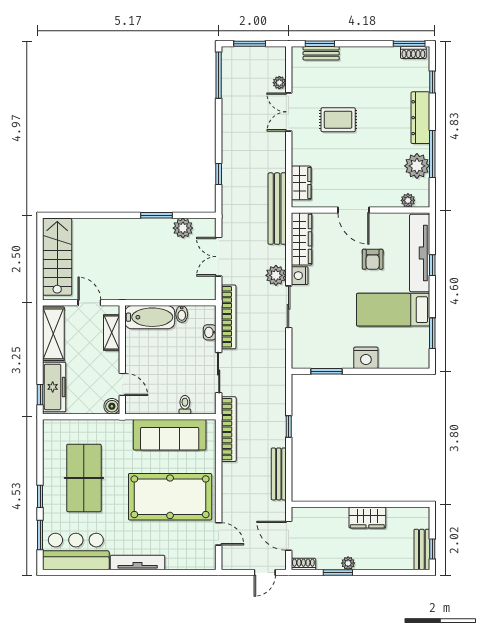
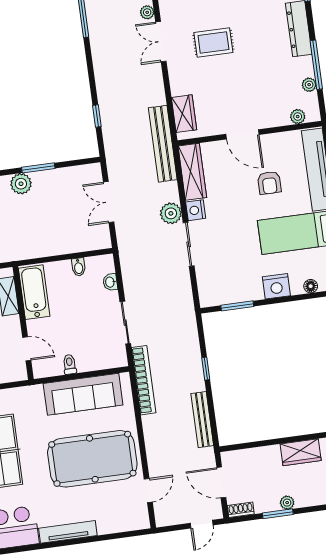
plant: (417, 166) -> (309, 85), width x0.53, depth x0.53
plant: (183, 228) -> (21, 184), moved
bathtub: (150, 317) -> (34, 292), moved, turned -90
bookcase: (229, 317) -> (128, 263), removed
floor lamp: (398, 362) -> (311, 286), added
toilet: (185, 405) -> (70, 364), moved
boiler: (112, 406) -> (19, 373), removed
door: (219, 534) -> (148, 490), hinge flipped

